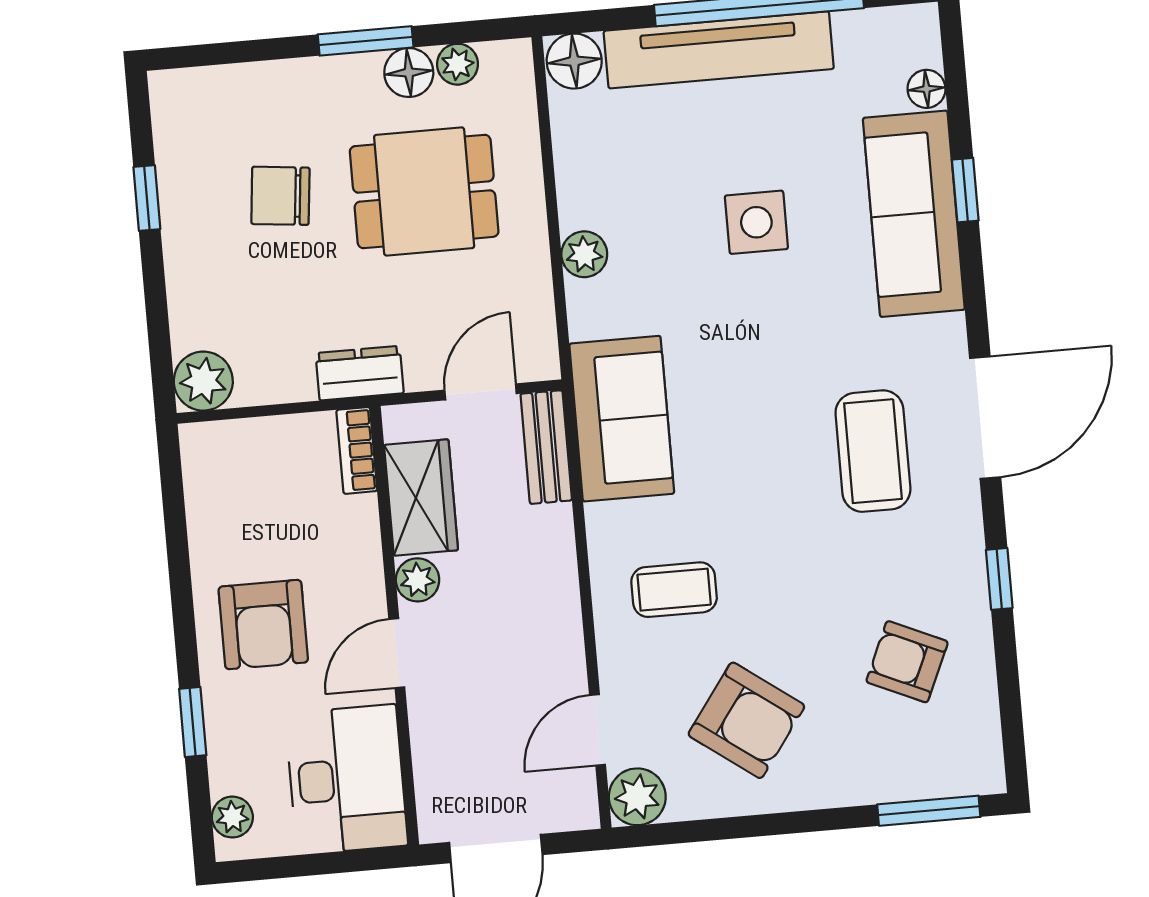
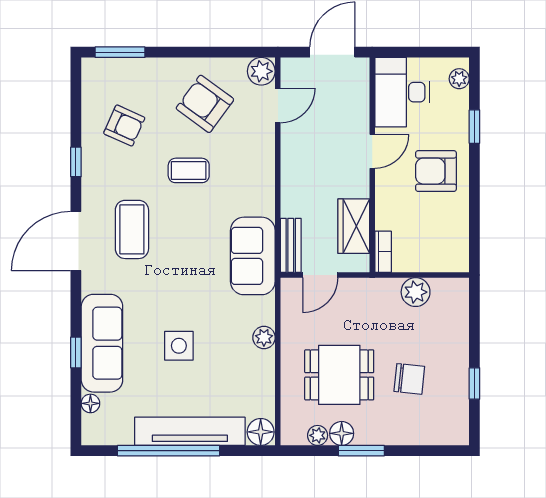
dresser: (360, 373) -> (378, 289), removed
plant: (203, 381) -> (416, 292), moved
plant: (418, 580) -> (359, 186), removed
coffee table: (674, 590) -> (189, 170), moved
armchair: (263, 625) -> (436, 171), turned -90

